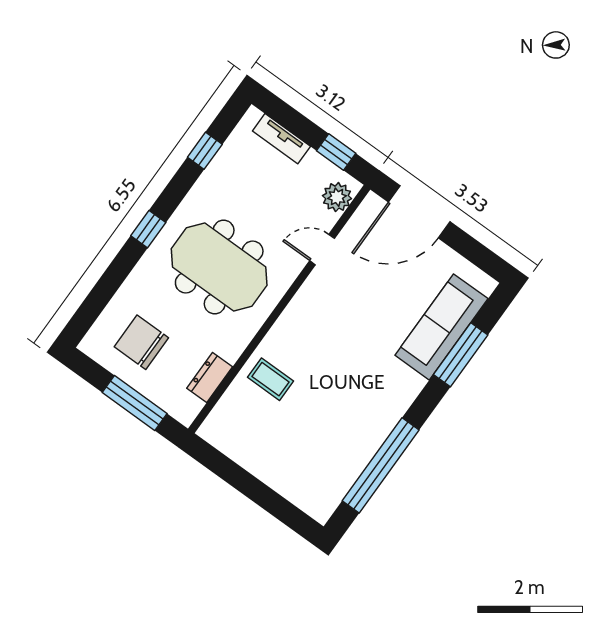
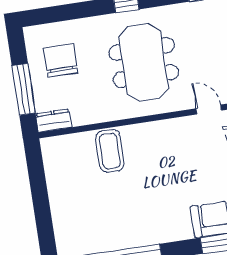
dresser: (210, 378) -> (54, 120), moved
coffee table: (270, 379) -> (110, 151), width x1.36, depth x1.30

